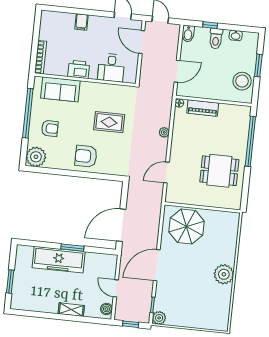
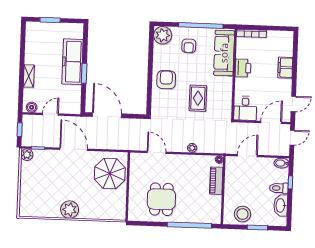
filing cabinet: (82, 22) -> (285, 68), width x2.00
washbasin: (236, 35) -> (281, 205), width x1.91, depth x1.45
desk: (111, 68) -> (245, 108), moved, turned -90
door: (177, 71) -> (247, 156), swing flipped
sofa: (60, 89) -> (224, 53), width x1.36

